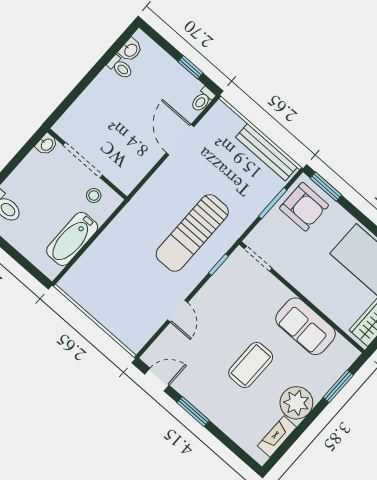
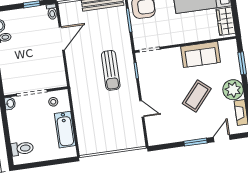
door: (180, 140) -> (62, 38), swing flipped
sun lounger: (192, 233) -> (111, 70), width x0.73, depth x0.75
coffee table: (251, 365) -> (197, 96), turned 41
door: (157, 380) -> (222, 138), moved

